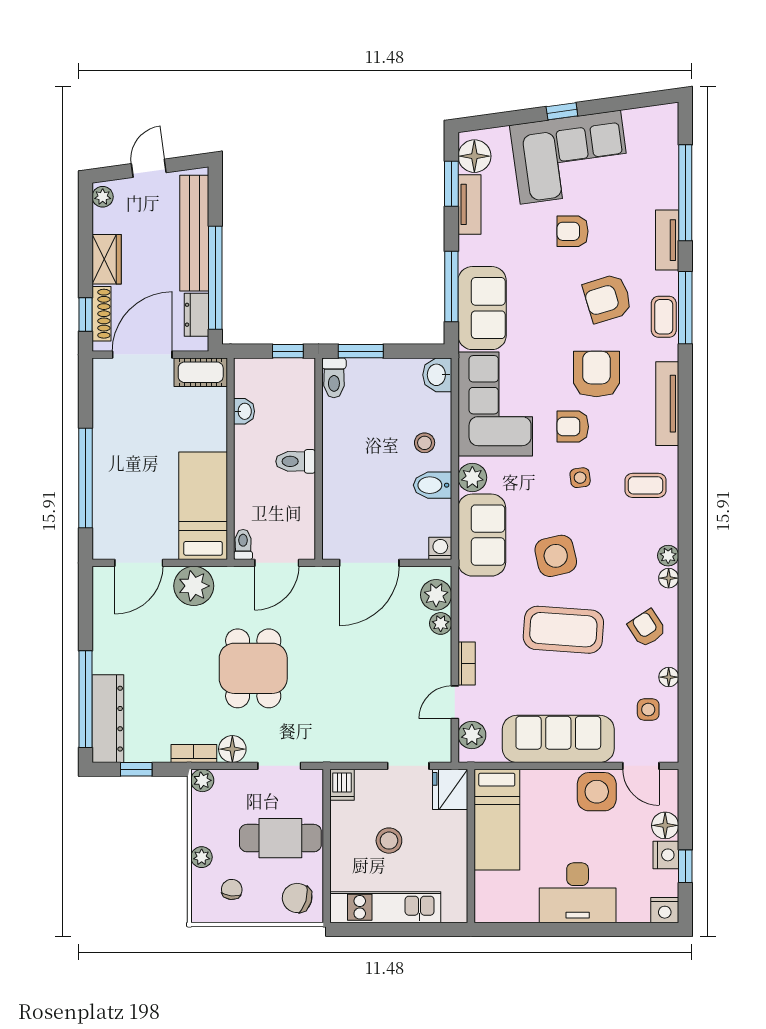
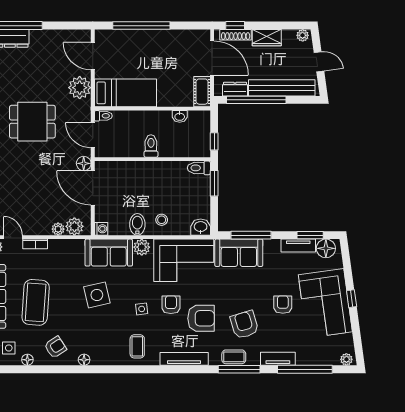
plant: (668, 556) -> (346, 359), moved
floor lamp: (326, 579) -> (84, 163), added
coffee table: (563, 630) -> (36, 302), moved

